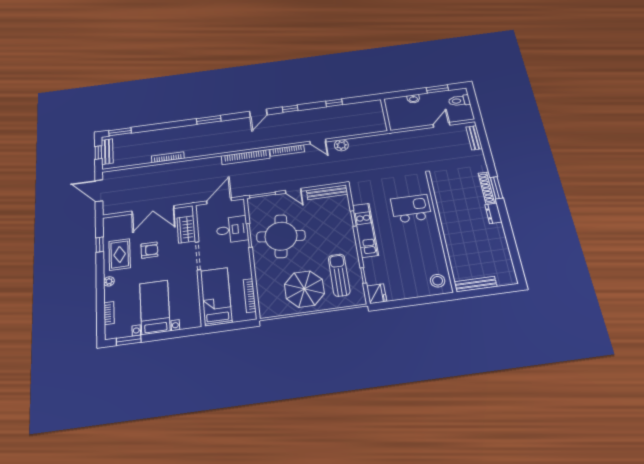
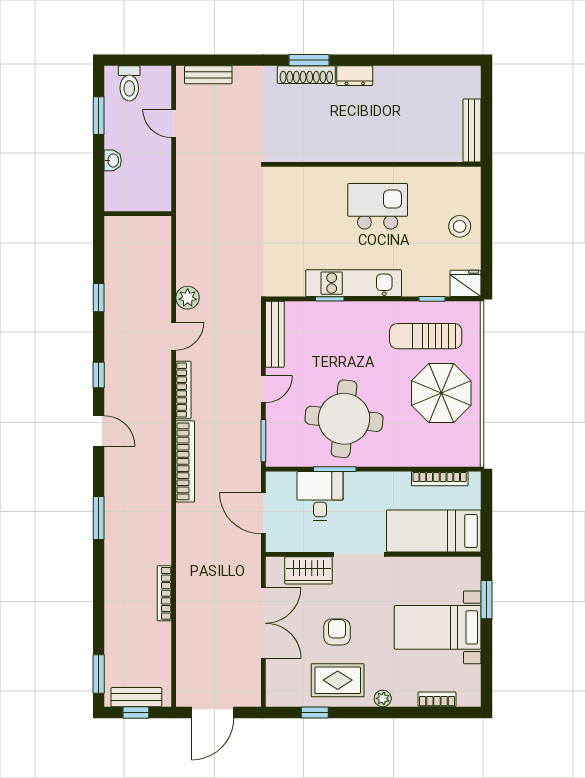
kitchen island: (411, 209) -> (378, 206), moved, turned 90
stool: (438, 281) -> (460, 226), moved
window: (129, 340) -> (486, 600), moved

